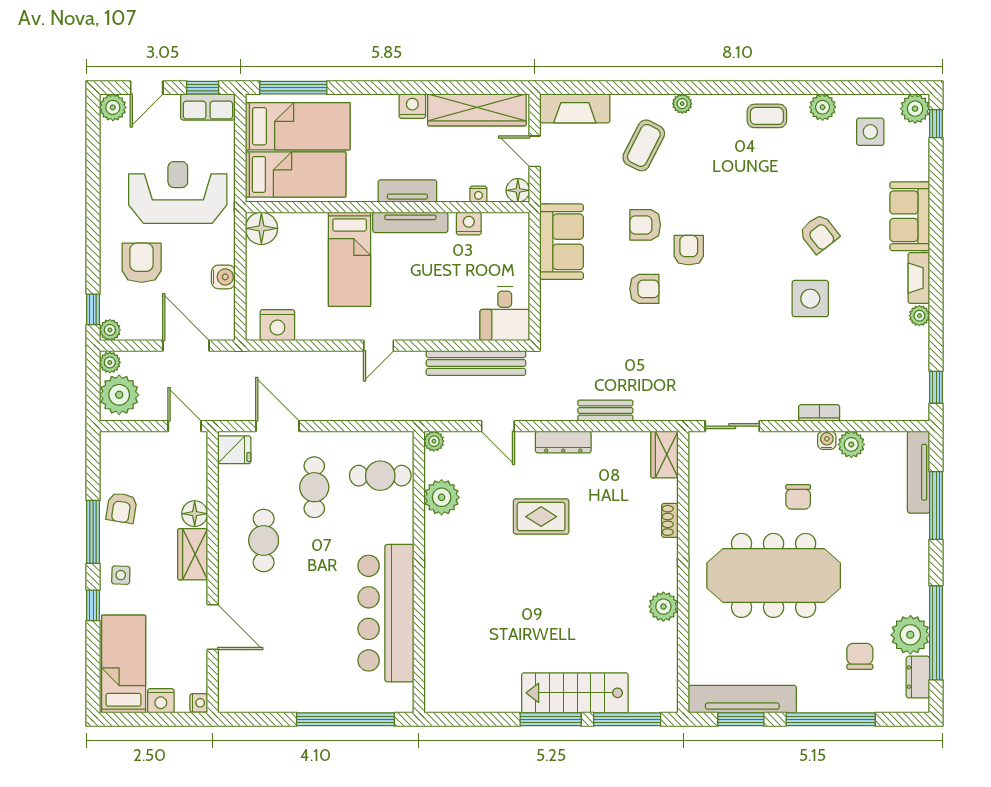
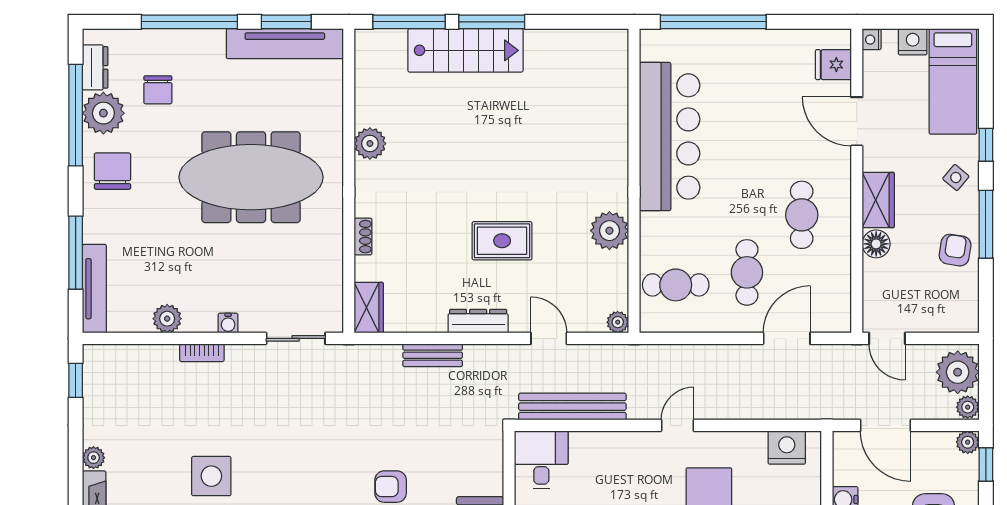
door: (277, 426) -> (787, 338), swing flipped
water cooler: (827, 440) -> (228, 323), moved
fridge: (234, 450) -> (833, 65), moved
plant: (442, 497) -> (609, 231), moved
chair: (798, 497) -> (112, 171), moved, width x1.37, depth x1.37
side table: (121, 575) -> (956, 178), turned 38

